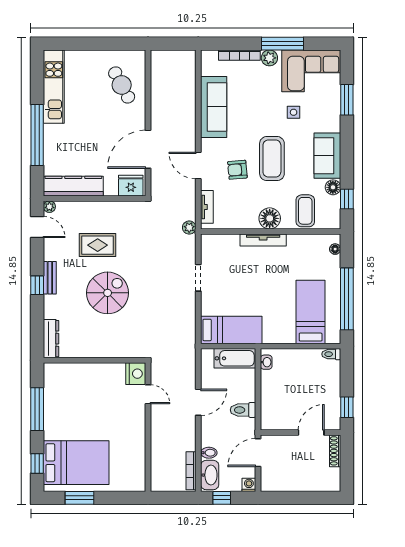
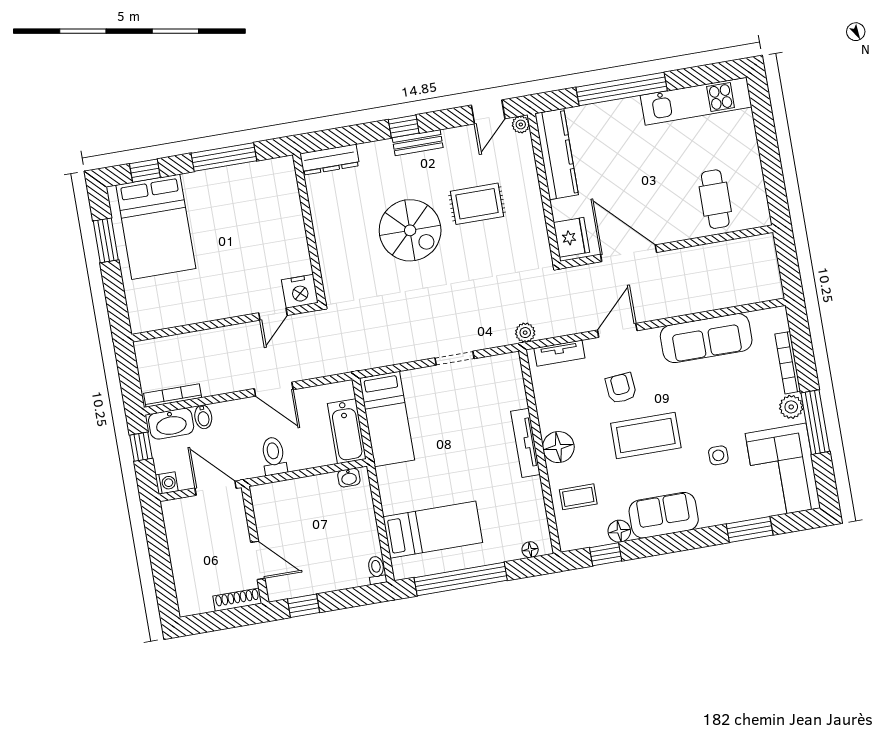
cafe table: (122, 85) -> (715, 199), turned -62
coffee table: (305, 211) -> (578, 497), width x0.73, depth x0.77
rug: (98, 245) -> (477, 204), turned 90

